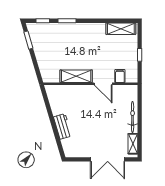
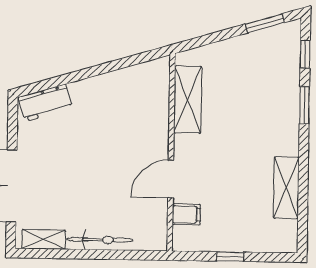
shelving: (121, 29) -> (286, 188), moved
shelving: (76, 76) -> (188, 100), moved
workbench: (63, 126) -> (45, 103), moved

